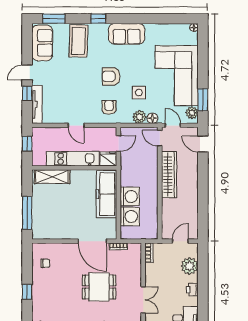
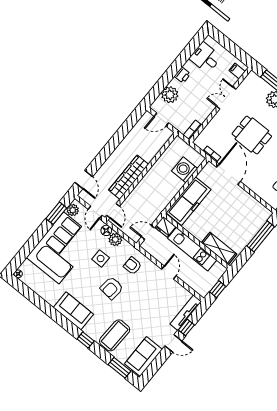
armchair: (111, 76) -> (112, 288), turned 96
armchair: (109, 107) -> (133, 266), turned 90
washing machine: (130, 197) -> (172, 185), removed

